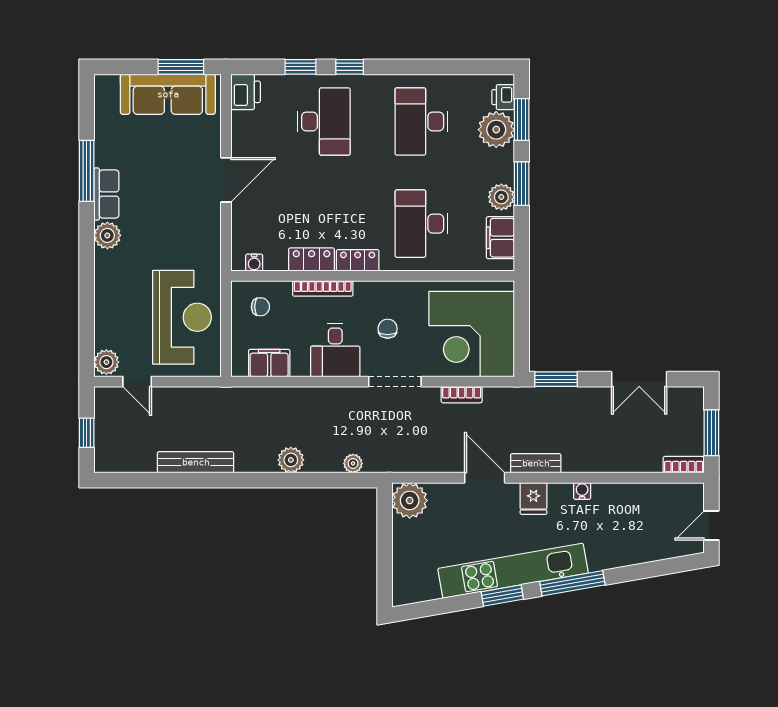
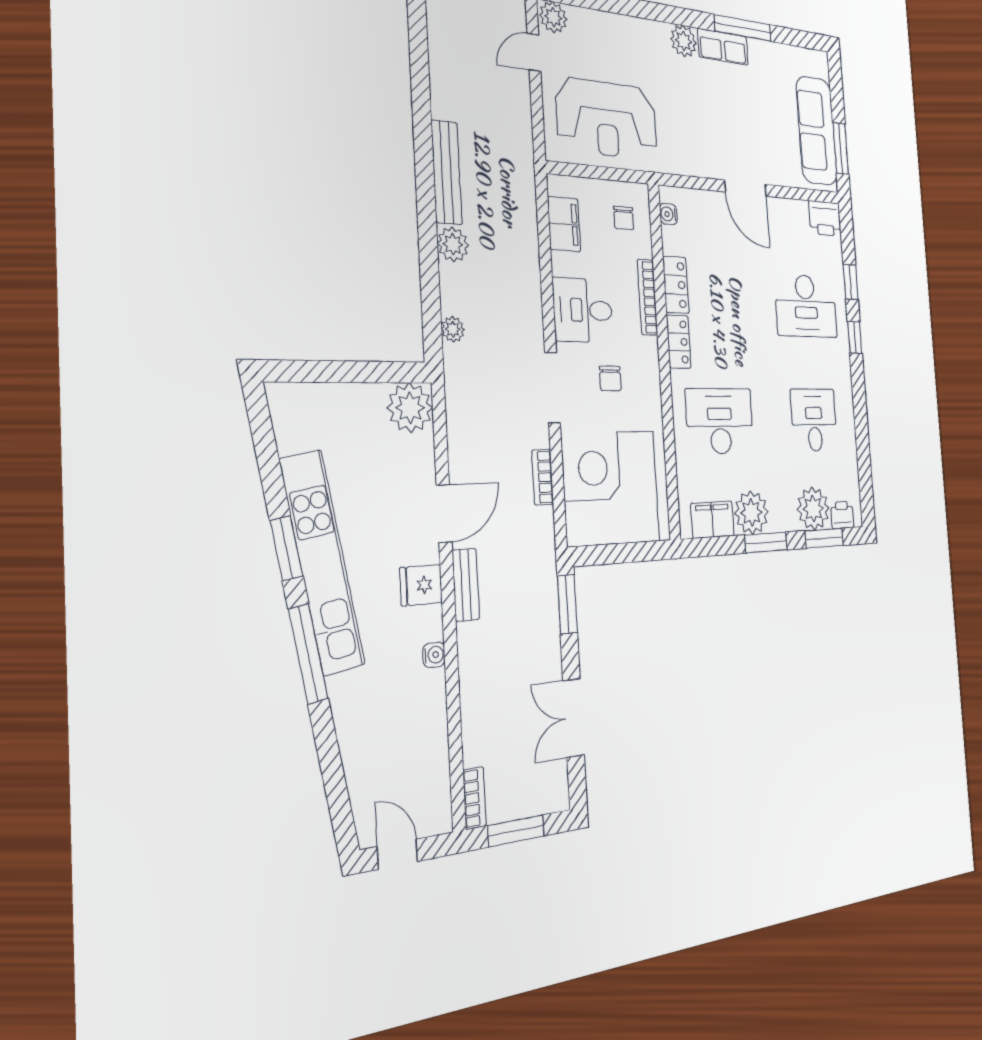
desk: (421, 121) -> (814, 420), width x0.73
plant: (501, 197) -> (751, 513), width x1.36, depth x1.36
chair: (388, 329) -> (610, 378), turned 90
bench: (196, 462) -> (447, 172), moved

